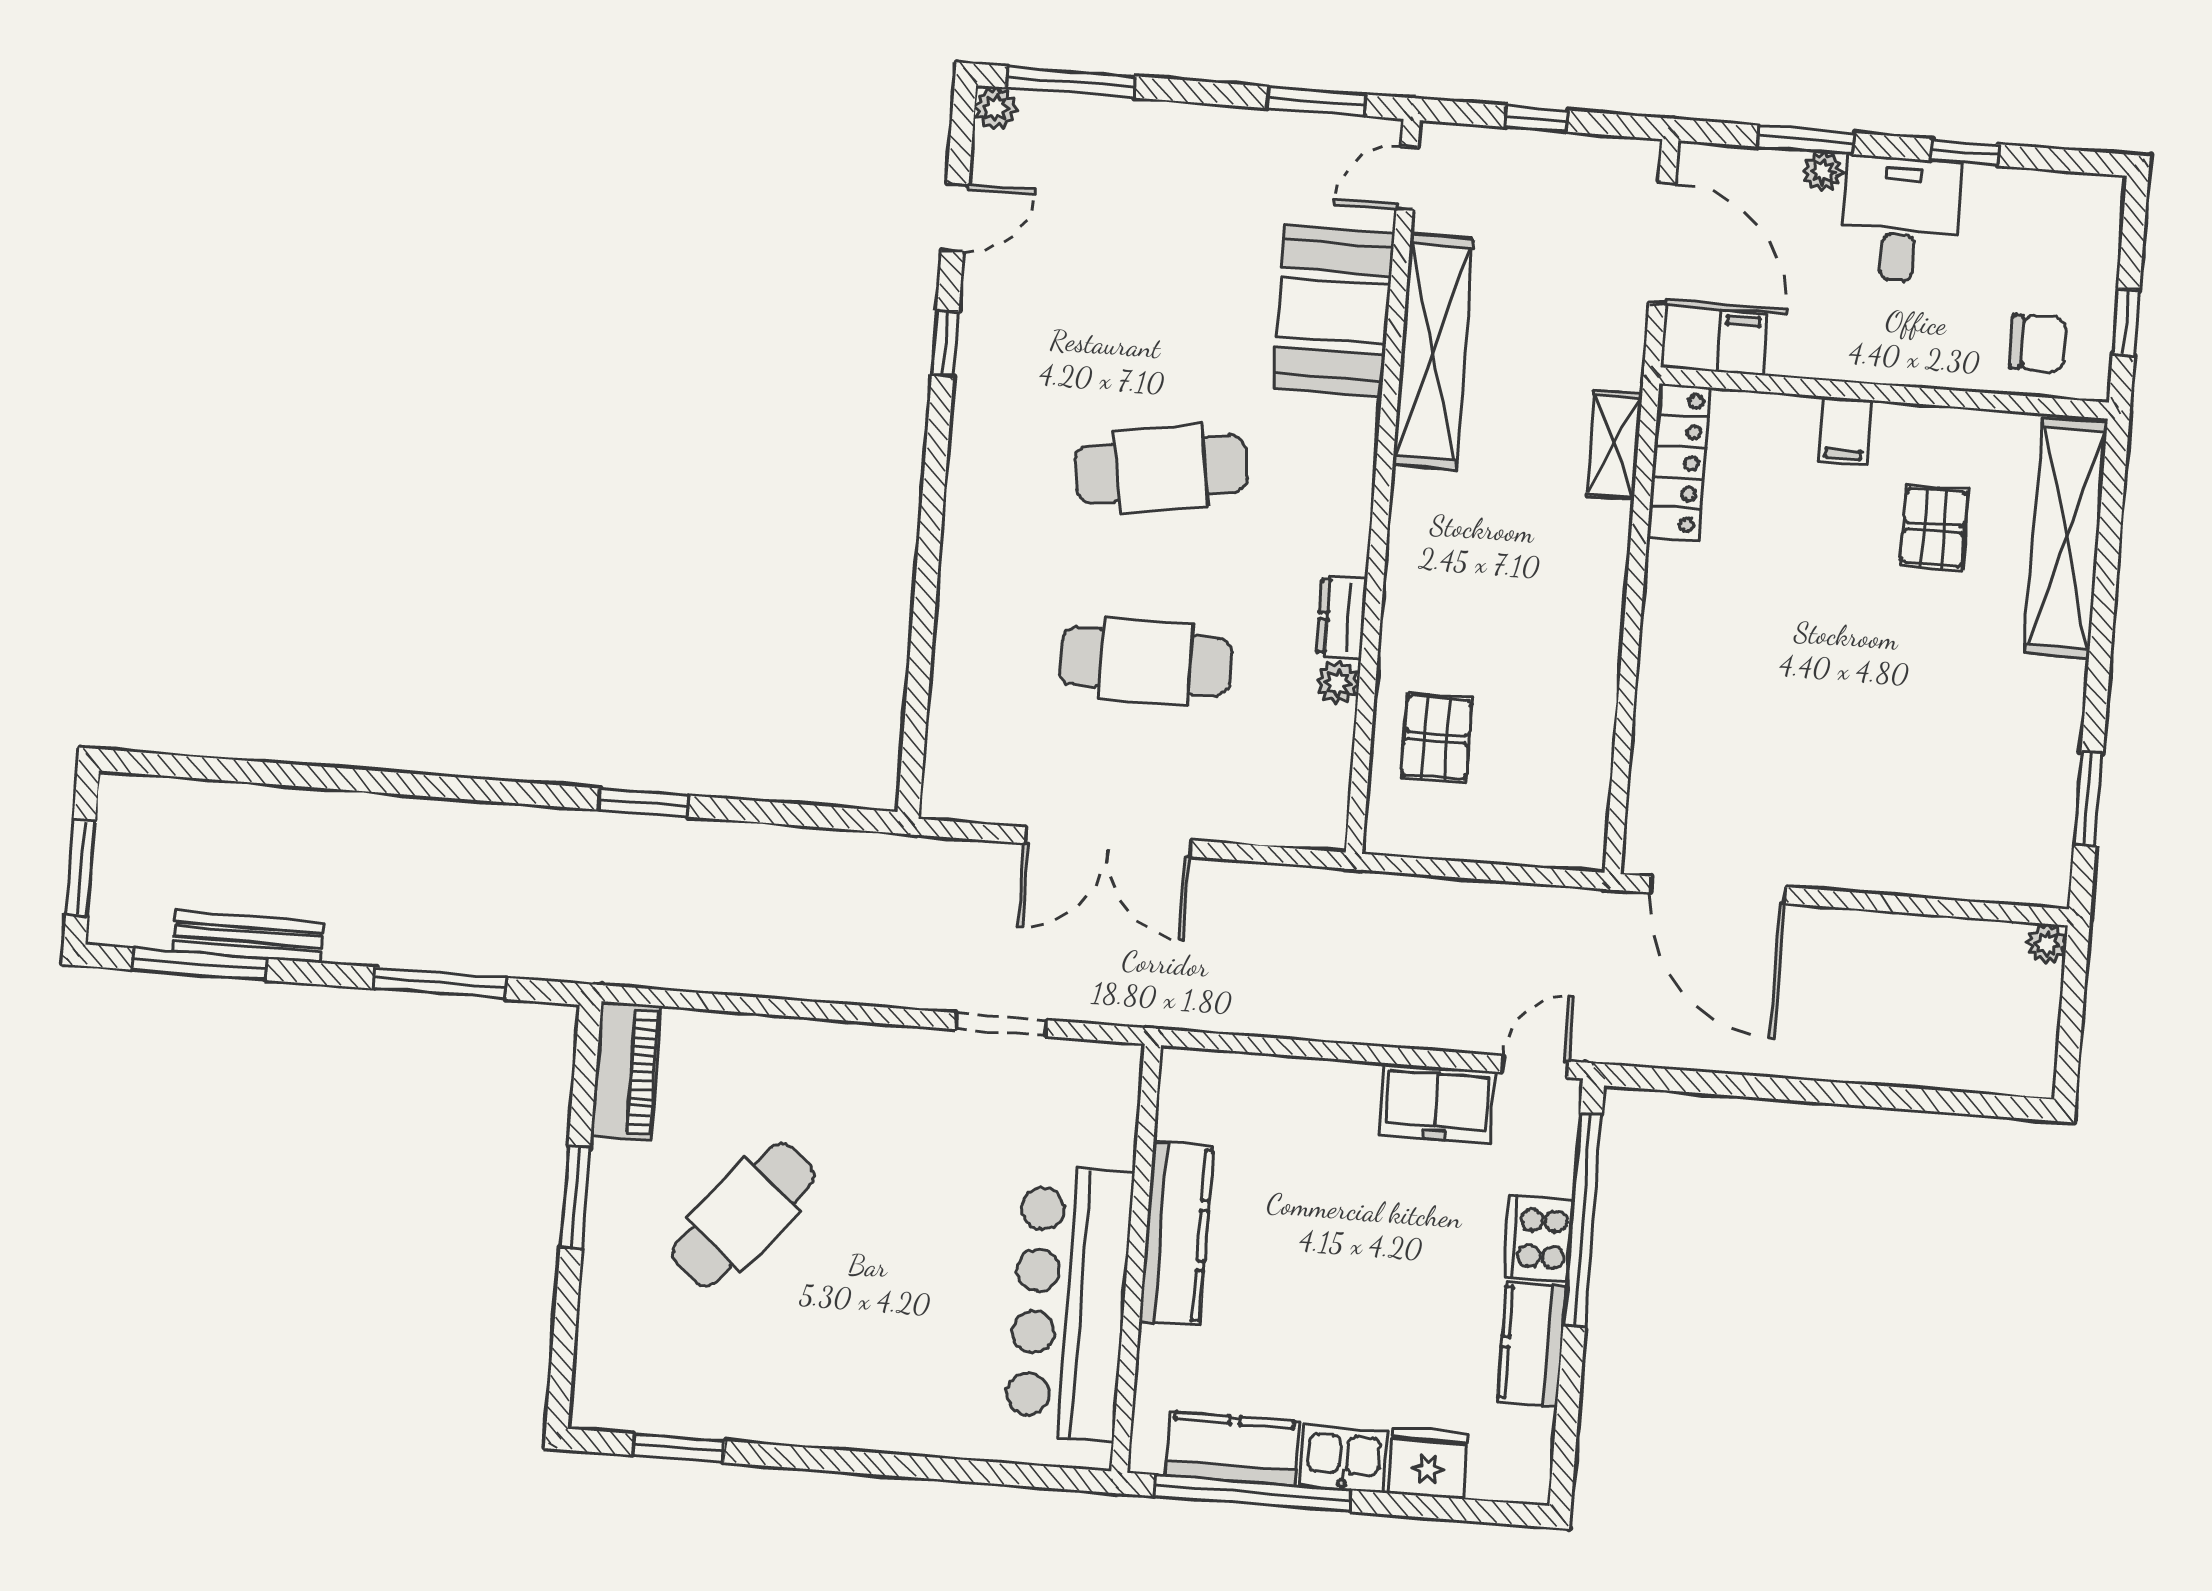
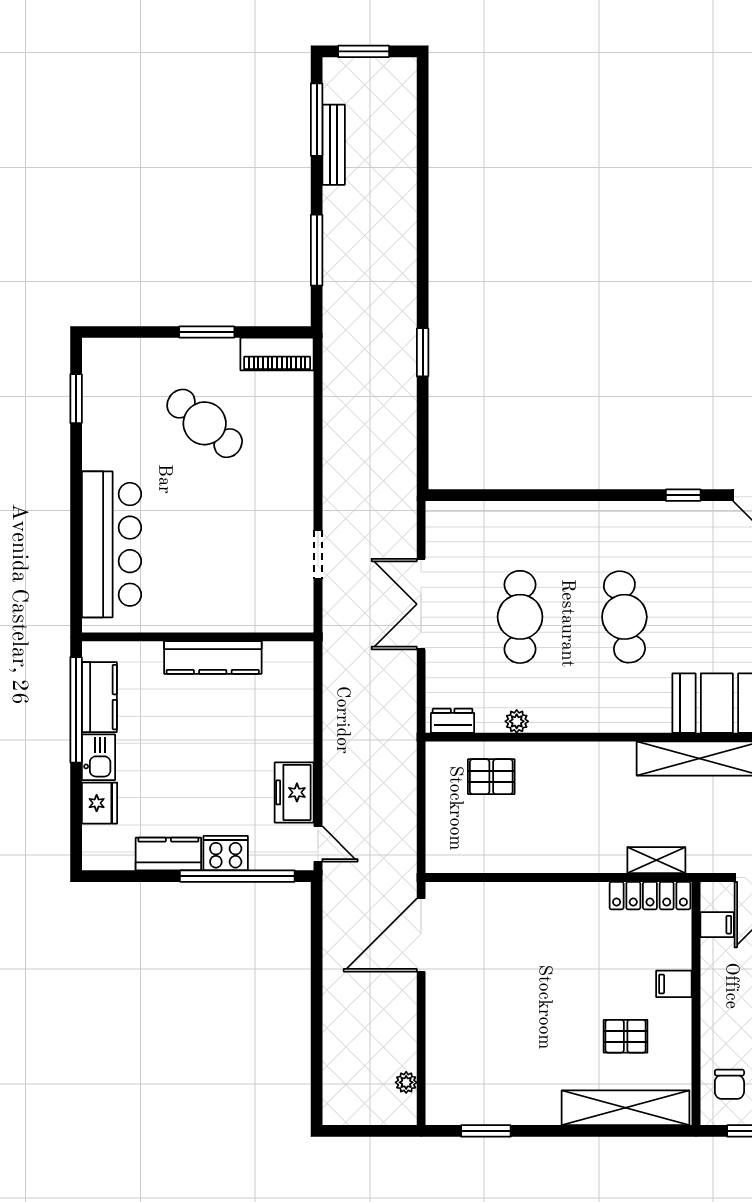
dresser: (1342, 617) -> (453, 721), moved
plant: (2047, 943) -> (406, 1082), moved
bar counter: (1069, 1304) -> (112, 544), moved, turned 90

